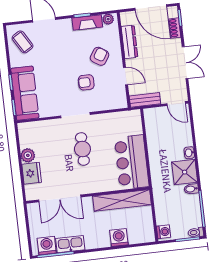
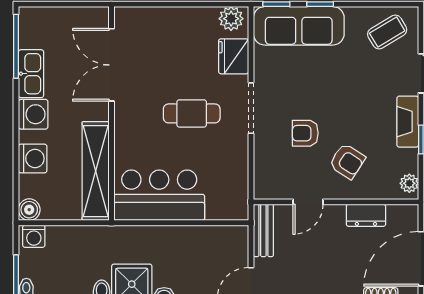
fireplace: (87, 22) -> (408, 122), moved
dresser: (129, 42) -> (366, 215), width x0.70
armchair: (86, 82) -> (305, 133), turned -90
plant: (28, 155) -> (231, 19), moved
fridge: (32, 173) -> (234, 56), moved, turned 90
boiler: (149, 236) -> (29, 210), added
washing machine: (47, 246) -> (33, 114), moved

